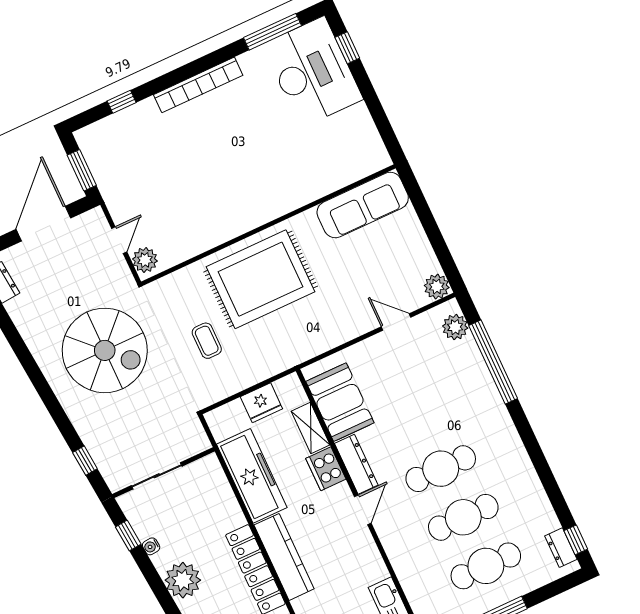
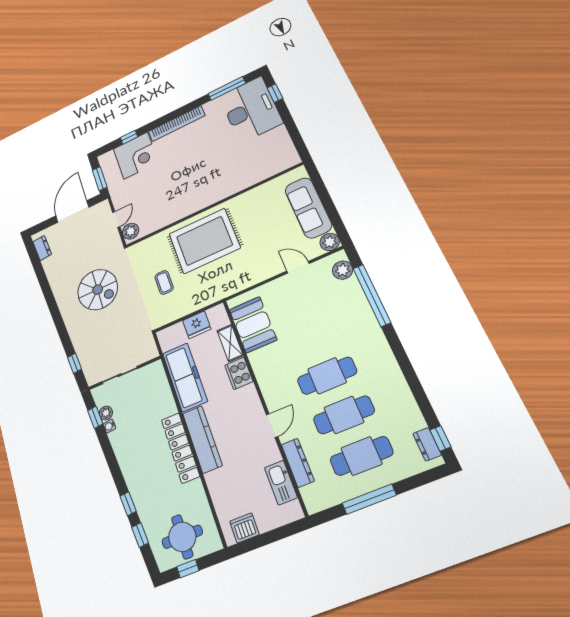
corner desk: (137, 135) -> (136, 155), added
sofa: (363, 205) -> (308, 208), moved, turned 90
spiral stairs: (105, 350) -> (98, 290), width x0.73, depth x0.73
dresser: (356, 464) -> (298, 463), moved
door: (363, 510) -> (272, 426), moved
plant: (183, 580) -> (106, 413), moved, width x0.53, depth x0.53

